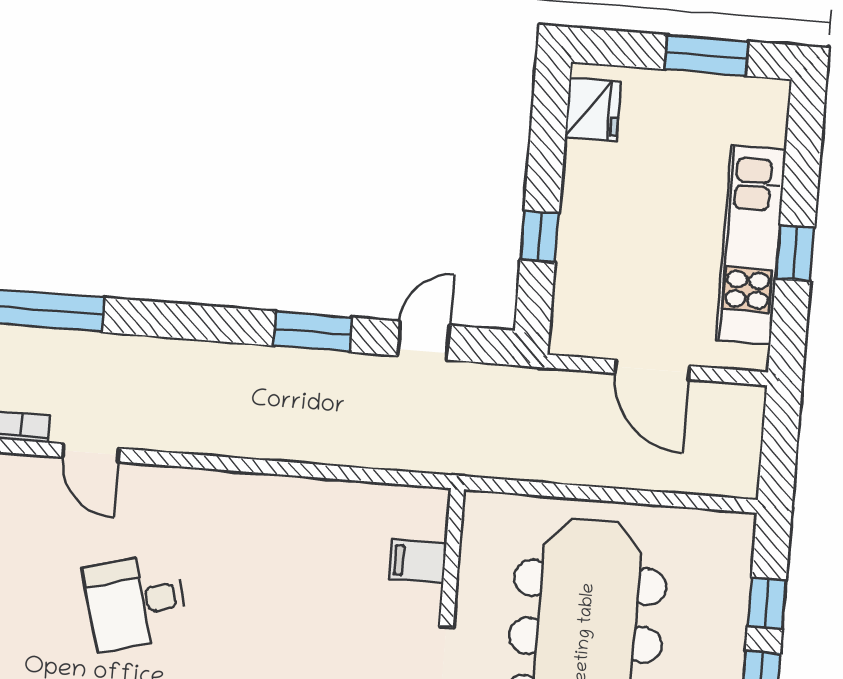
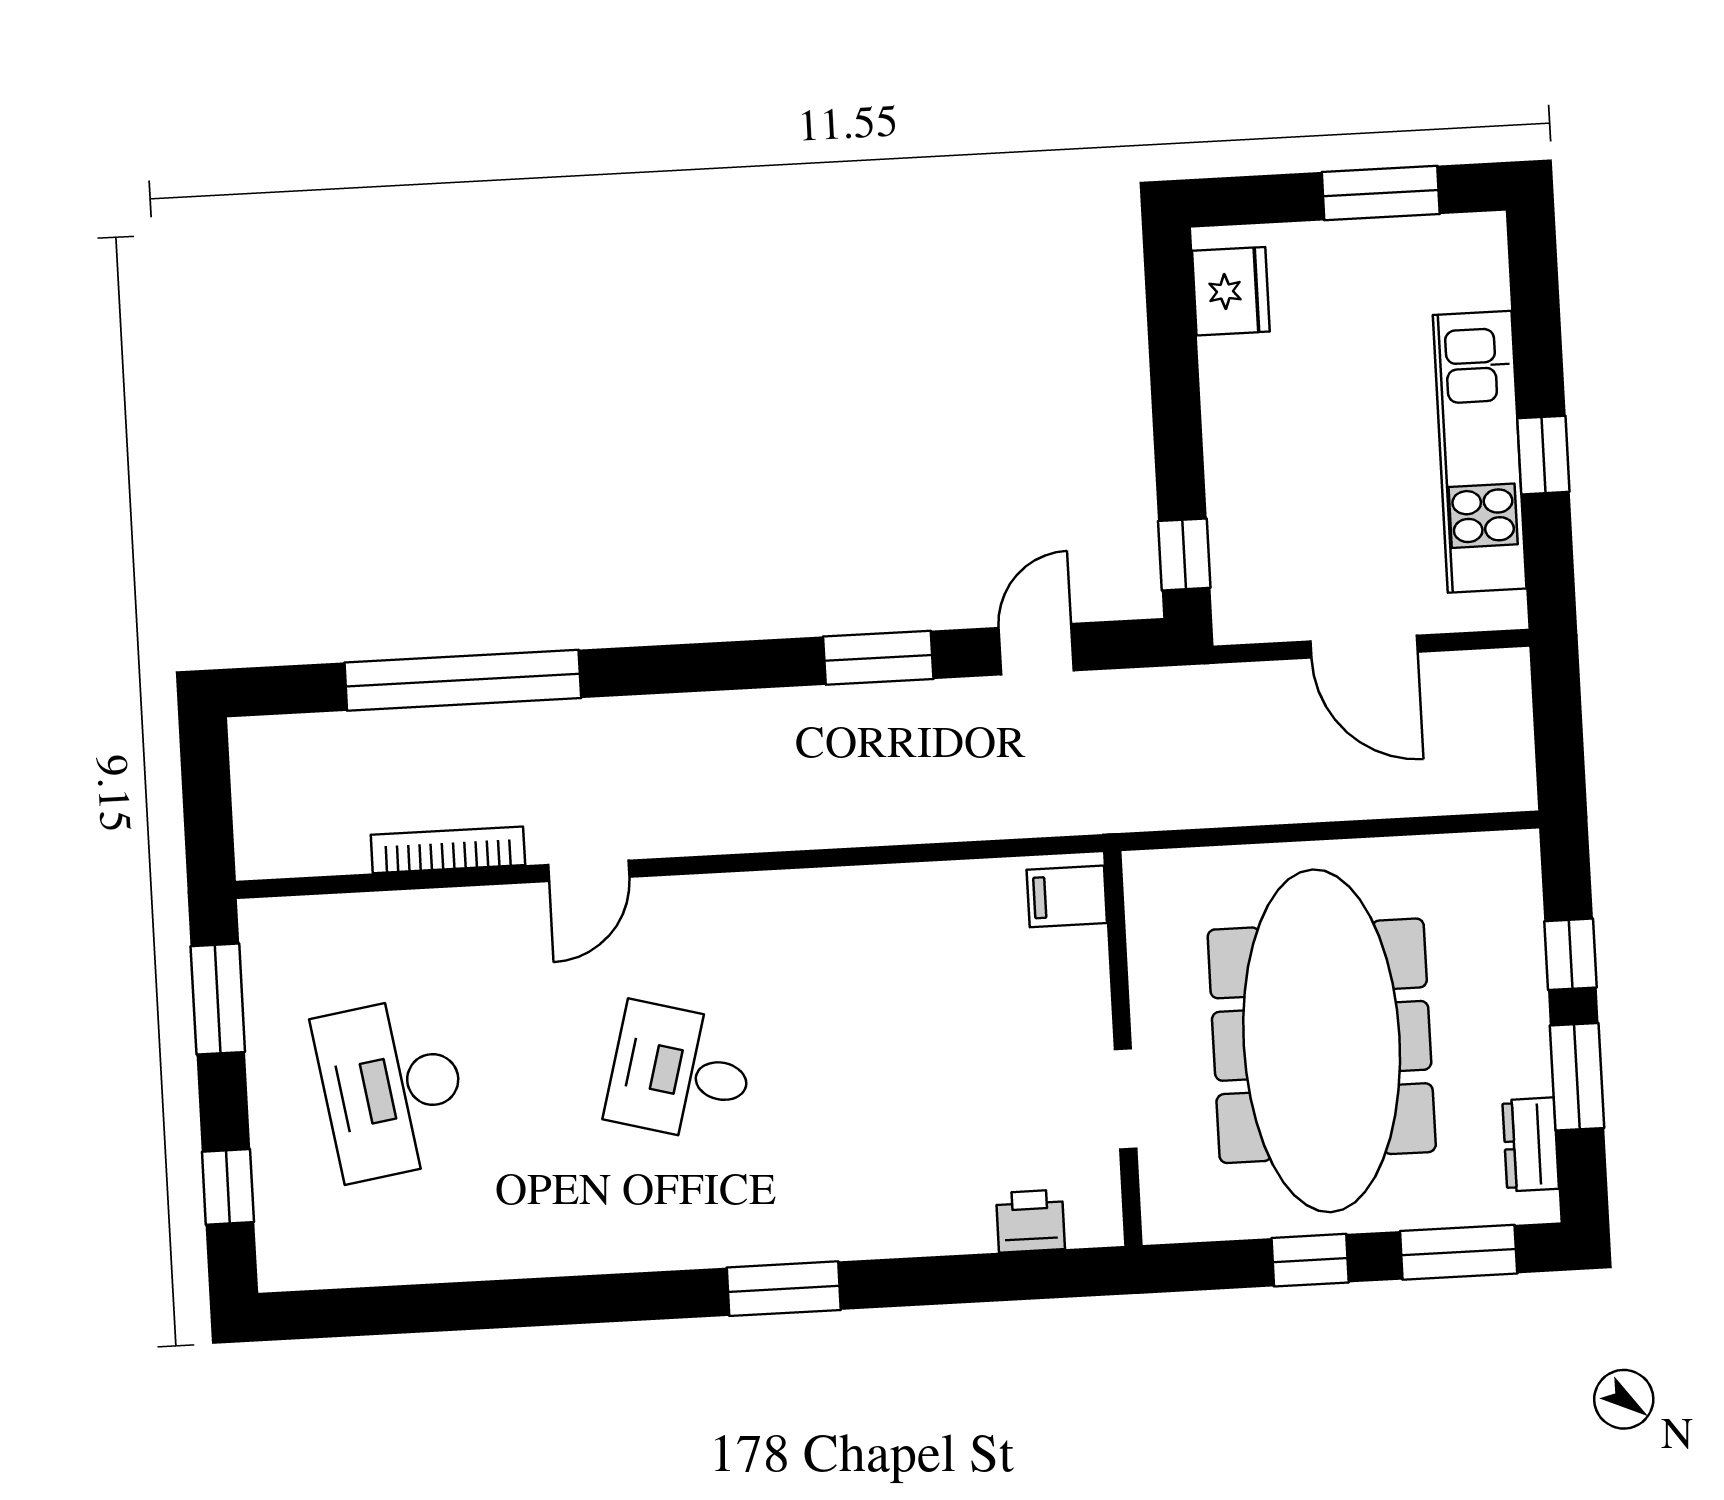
window: (540, 237) -> (1184, 554), moved
door: (91, 453) -> (589, 871), hinge flipped
filing cabinet: (418, 561) -> (1067, 896), moved
desk: (136, 602) -> (681, 1073), turned 30

